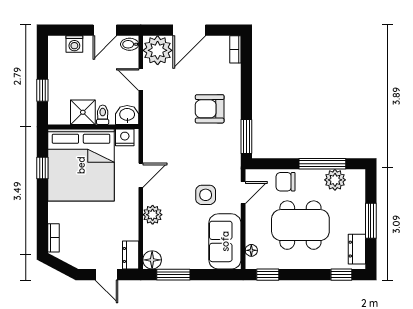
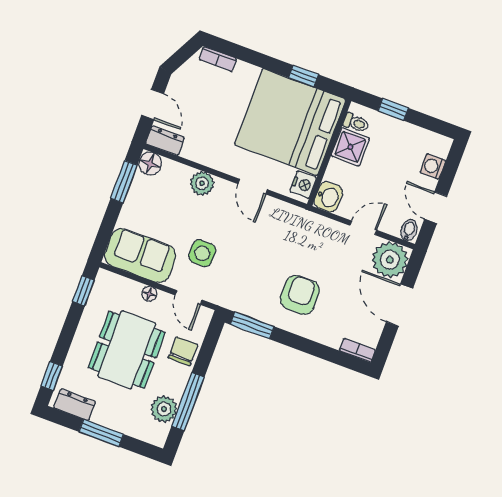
toilet: (103, 115) -> (356, 123), moved
floor lamp: (251, 250) -> (149, 294), moved
door: (107, 275) -> (153, 104), swing flipped

